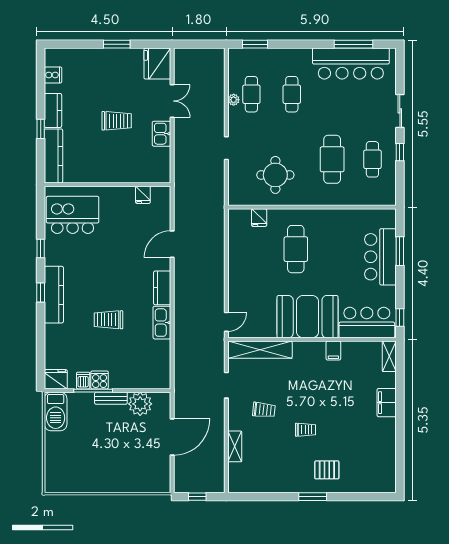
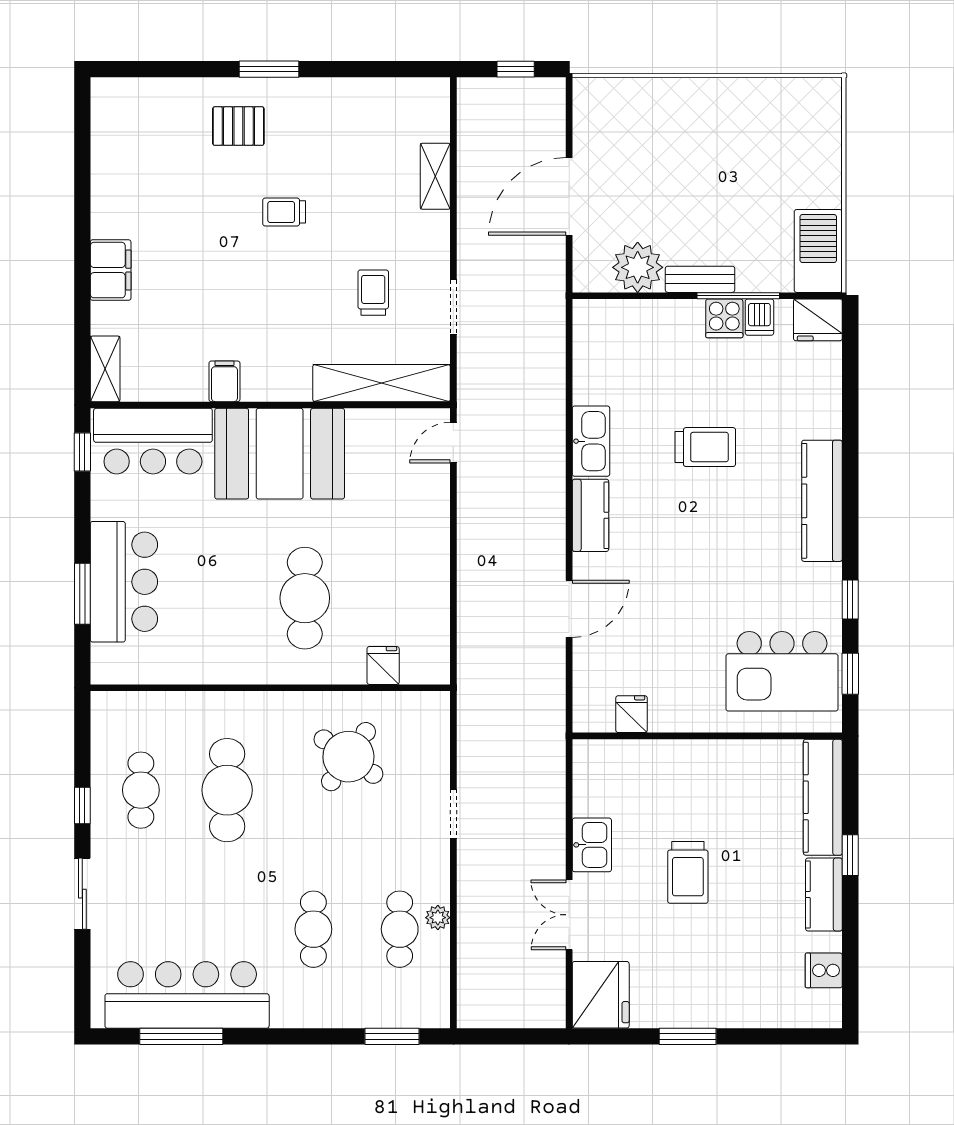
trolley: (117, 121) -> (688, 872), turned -90
round table: (275, 175) -> (348, 757), turned 35
window: (41, 292) -> (850, 674), moved
trolley: (264, 410) -> (373, 293), moved, turned 84

